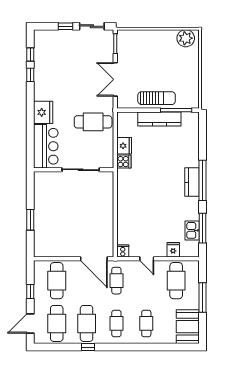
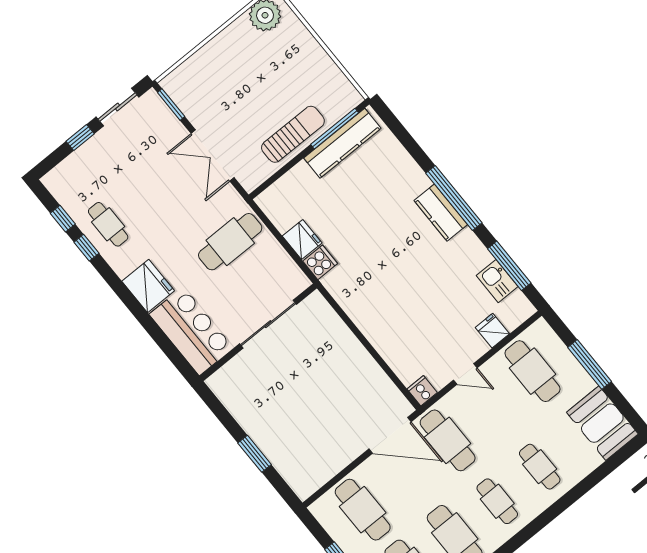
cafe table: (47, 72) -> (108, 224), added
kitchen counter: (159, 119) -> (342, 143), moved
cafe table: (116, 281) -> (448, 440), width x1.37, depth x1.35

